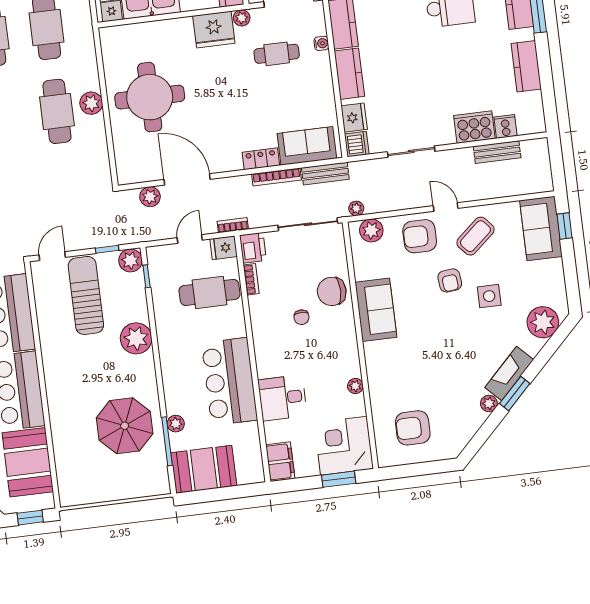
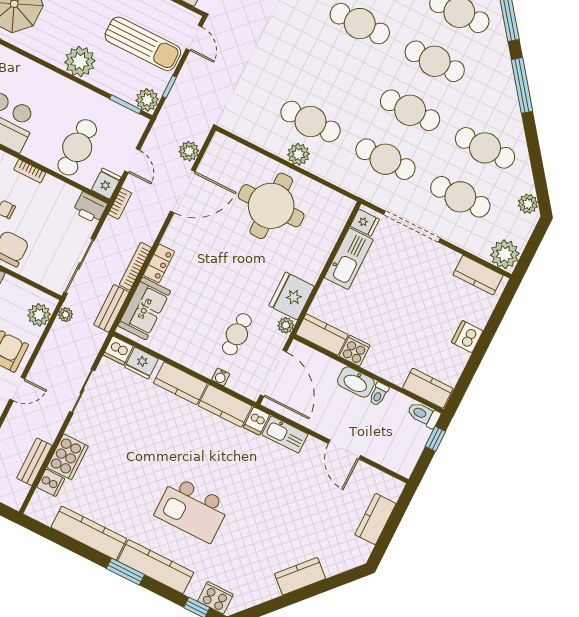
kitchen counter: (526, 66) -> (89, 533), width x1.50
window: (147, 276) -> (125, 104), width x1.50
bookcase: (251, 279) -> (30, 171), moved

